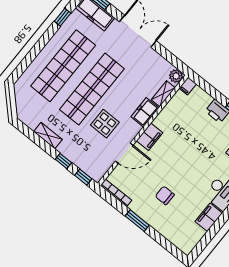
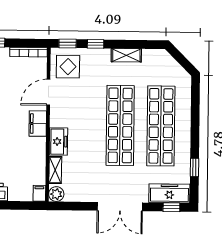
display table: (105, 124) -> (68, 67), moved

